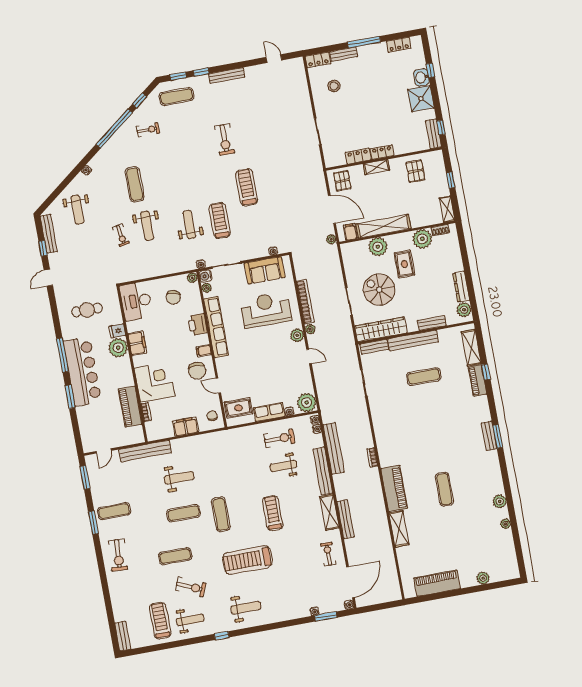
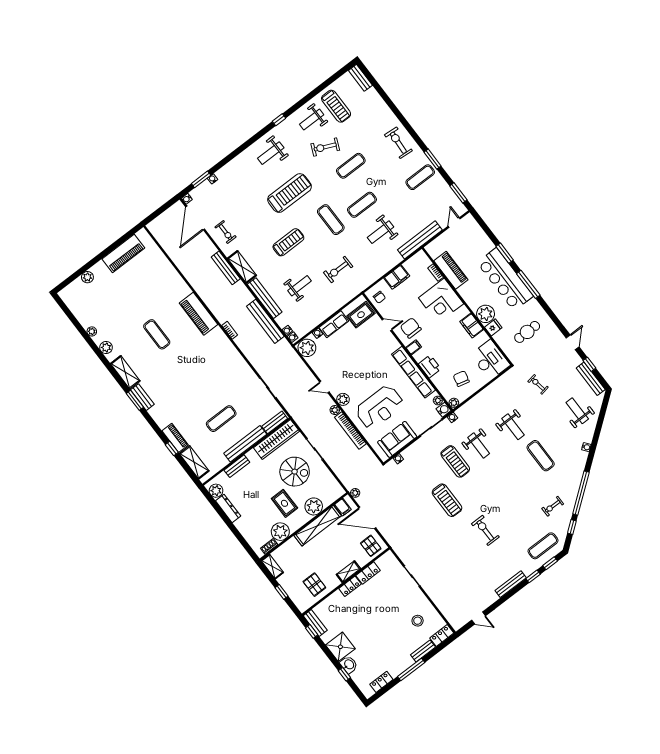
weight bench: (147, 226) -> (513, 427), turned 180
exercise bike: (121, 235) -> (538, 384), moved
exercise bike: (279, 439) -> (338, 270), moved
treadmill: (273, 513) -> (288, 242), turned -90
shelving: (399, 529) -> (125, 372), moved

